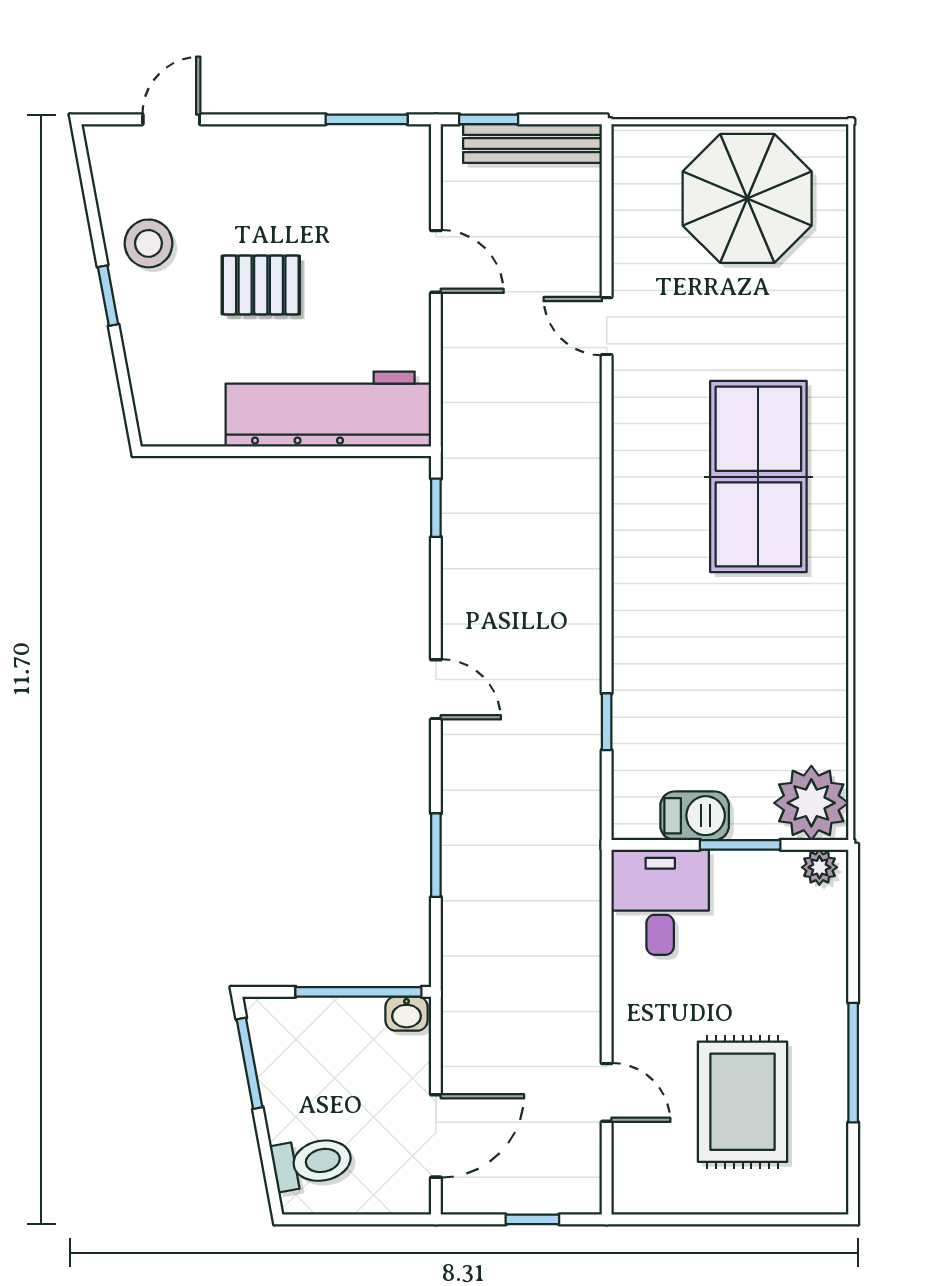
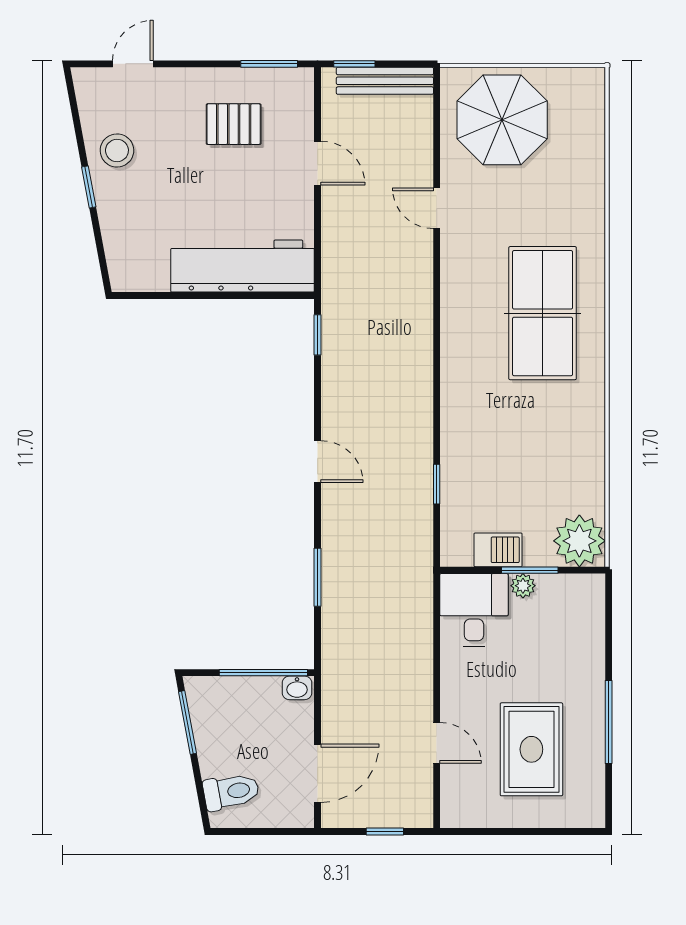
parasol: (747, 198) -> (502, 120), moved
pallet: (261, 285) -> (234, 124), moved
plant: (819, 867) -> (523, 586), moved

